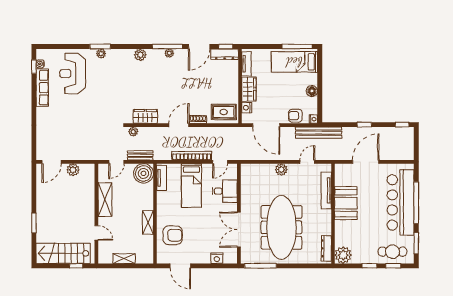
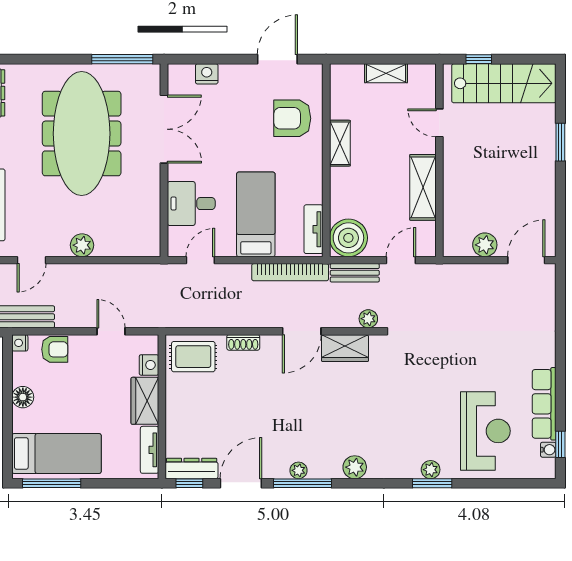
door: (179, 125) -> (302, 331), moved
door: (266, 125) -> (111, 331), width x0.53
bookcase: (192, 156) -> (290, 272), moved
door: (180, 266) -> (277, 59), hinge flipped

